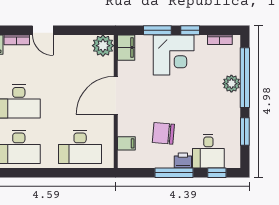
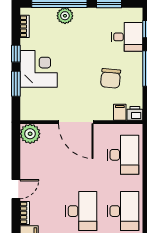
filing cabinet: (126, 48) -> (32, 113), removed
printer: (183, 160) -> (135, 113), moved, turned 90

